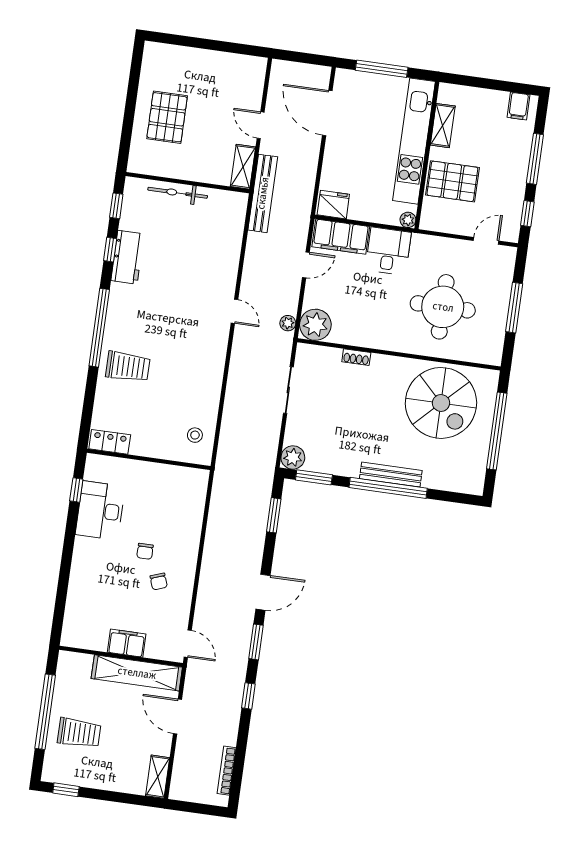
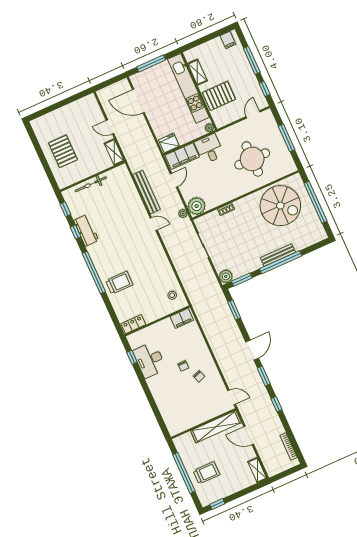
bench: (263, 193) -> (147, 192), moved
filing cabinet: (127, 643) -> (182, 318), moved, turned 180

